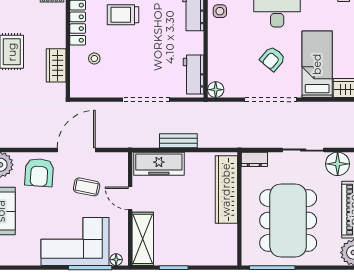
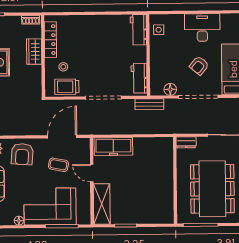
trolley: (123, 15) -> (67, 87), moved
wardrobe: (56, 65) -> (34, 52), moved
floor lamp: (216, 90) -> (170, 89), moved
bench: (178, 141) -> (149, 104), moved
door: (76, 150) -> (62, 137), moved
wardrobe: (226, 190) -> (165, 166), removed
floor lamp: (116, 260) -> (19, 221), moved

